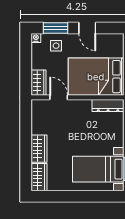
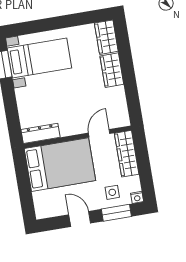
wardrobe: (38, 83) -> (127, 154), width x1.50
door: (59, 97) -> (99, 133), swing flipped

